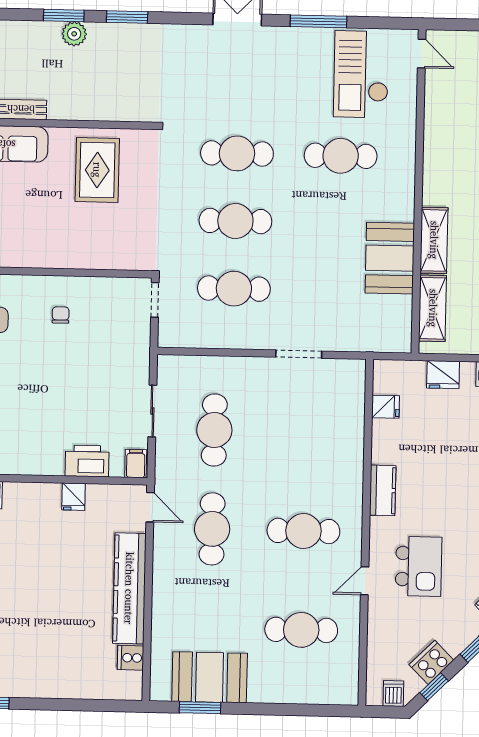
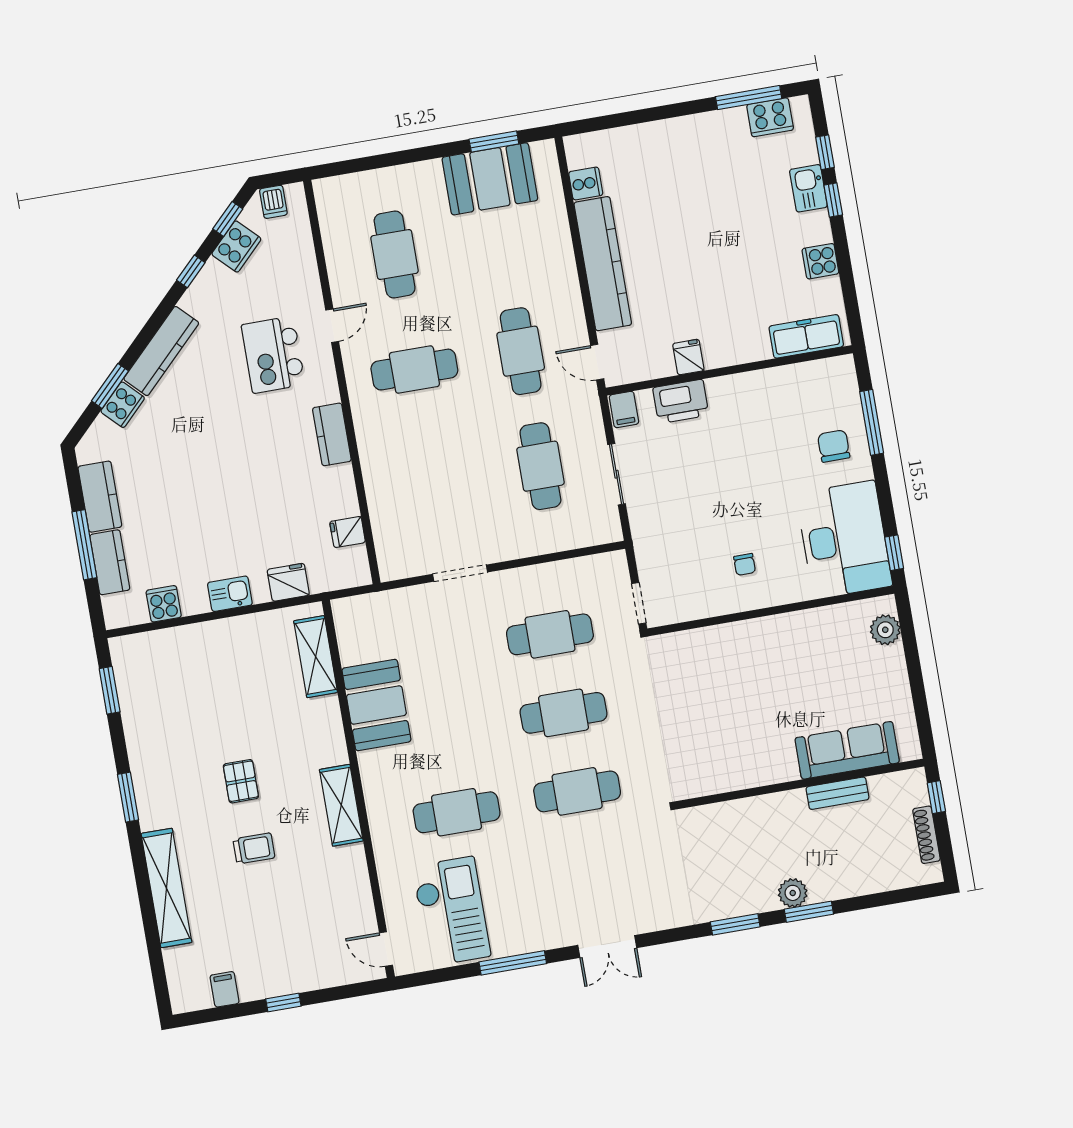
rug: (97, 170) -> (735, 741), removed
shelving: (434, 240) -> (341, 805), moved
cafe table: (301, 630) -> (395, 255), turned 90

